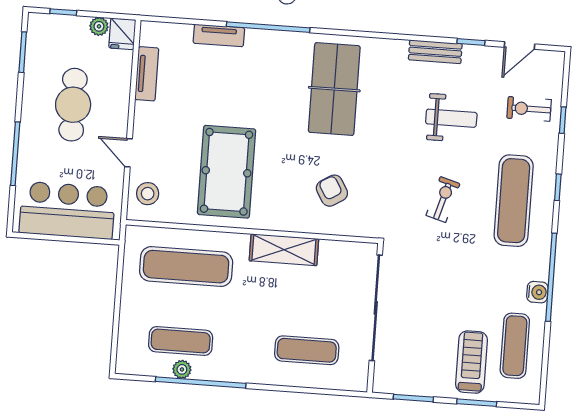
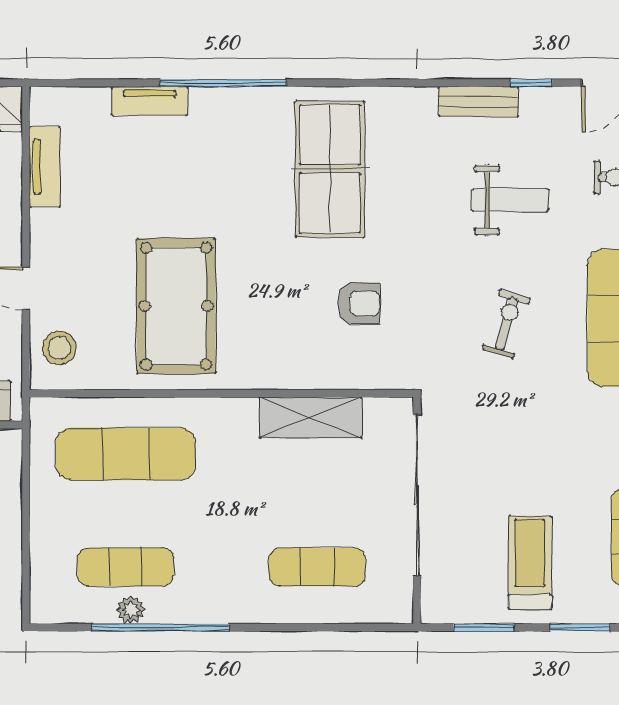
armchair: (332, 191) -> (359, 303), moved, turned 121
shelving: (284, 250) -> (310, 418), moved
treadmill: (472, 362) -> (530, 562), moved

